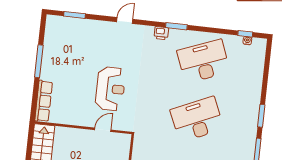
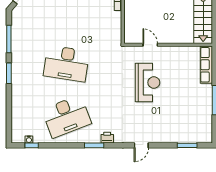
reception desk: (110, 89) -> (147, 83), turned 180
desk: (197, 119) -> (66, 64), turned 33
door: (103, 130) -> (150, 45), swing flipped

